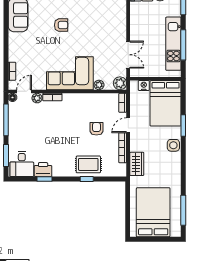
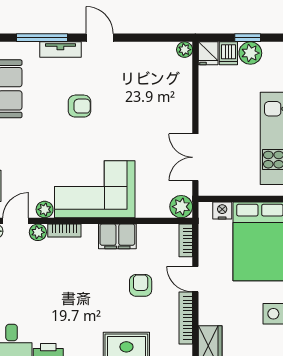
double door: (128, 55) -> (195, 157), swing flipped
plant: (99, 85) -> (45, 209), moved
filing cabinet: (83, 100) -> (117, 236), added
door: (128, 125) -> (195, 279), hinge flipped

